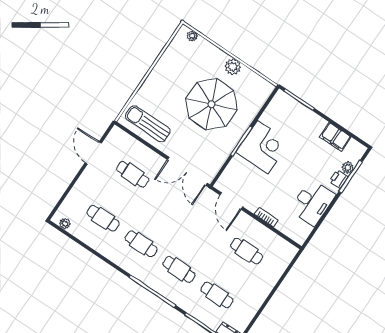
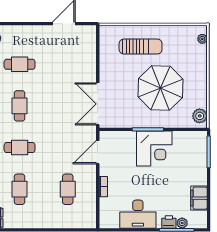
plant: (233, 67) -> (200, 116), moved
sun lounger: (148, 124) -> (141, 47), moved, turned 90
cafe table: (133, 174) -> (68, 64), removed
cafe table: (103, 218) -> (20, 64), turned 90
cafe table: (179, 269) -> (20, 148), turned 90

